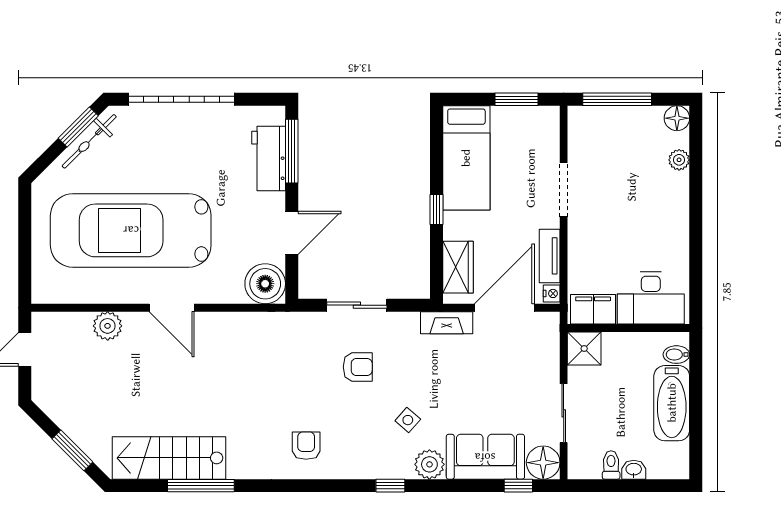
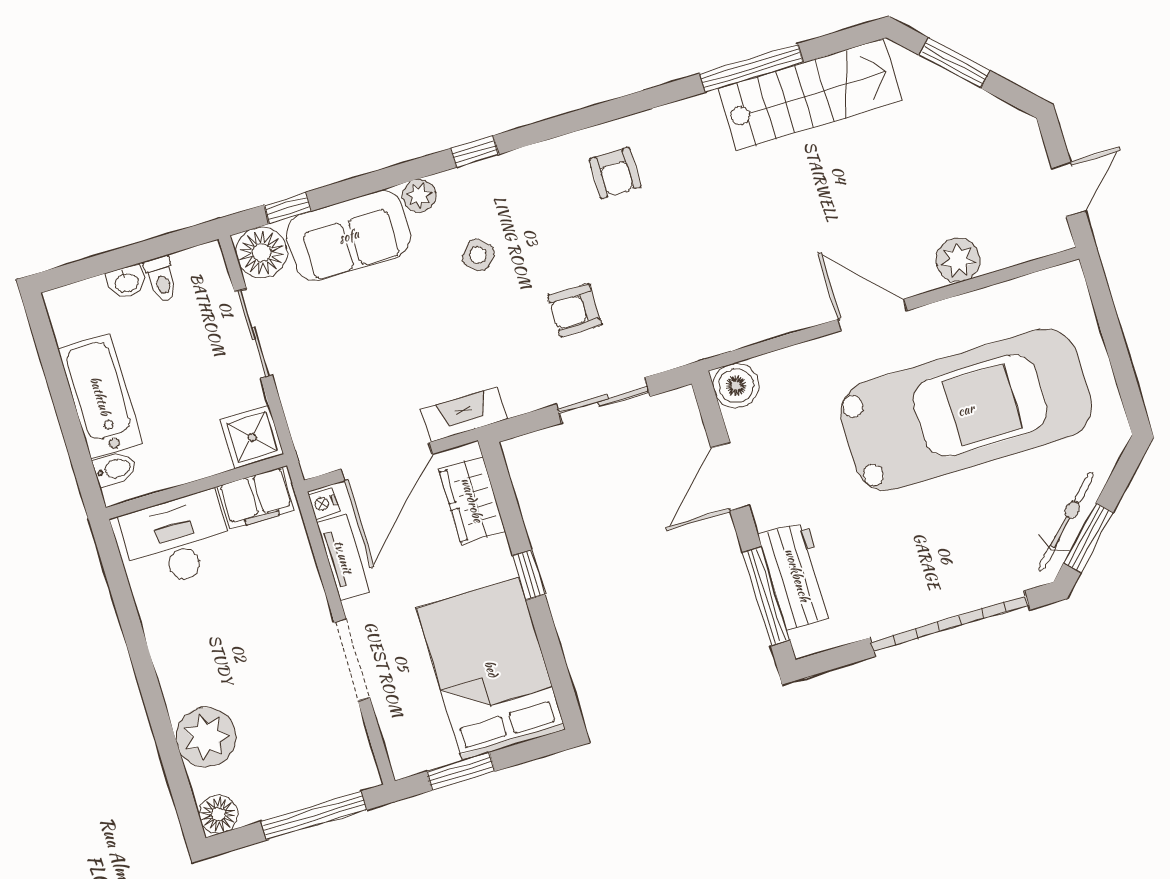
bed: (466, 158) -> (491, 669), width x1.50
plant: (679, 160) -> (206, 737), width x1.88, depth x1.88
boiler: (265, 284) -> (736, 386), width x0.73, depth x0.73
plant: (429, 464) -> (419, 196), width x0.73, depth x0.73

